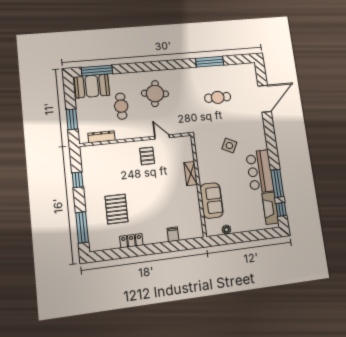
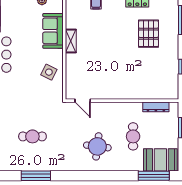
door: (162, 137) -> (83, 101), moved
side table: (229, 146) -> (49, 72), moved
pallet: (147, 156) -> (113, 83), removed
shelving: (191, 173) -> (71, 41), moved

